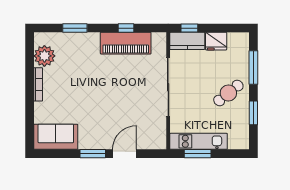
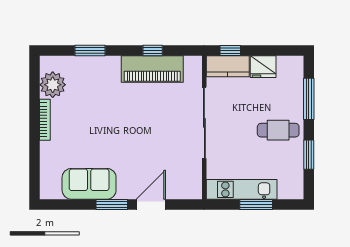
cafe table: (228, 93) -> (278, 130), turned 39
sofa: (56, 137) -> (89, 184), moved
window: (198, 154) -> (256, 204), moved

